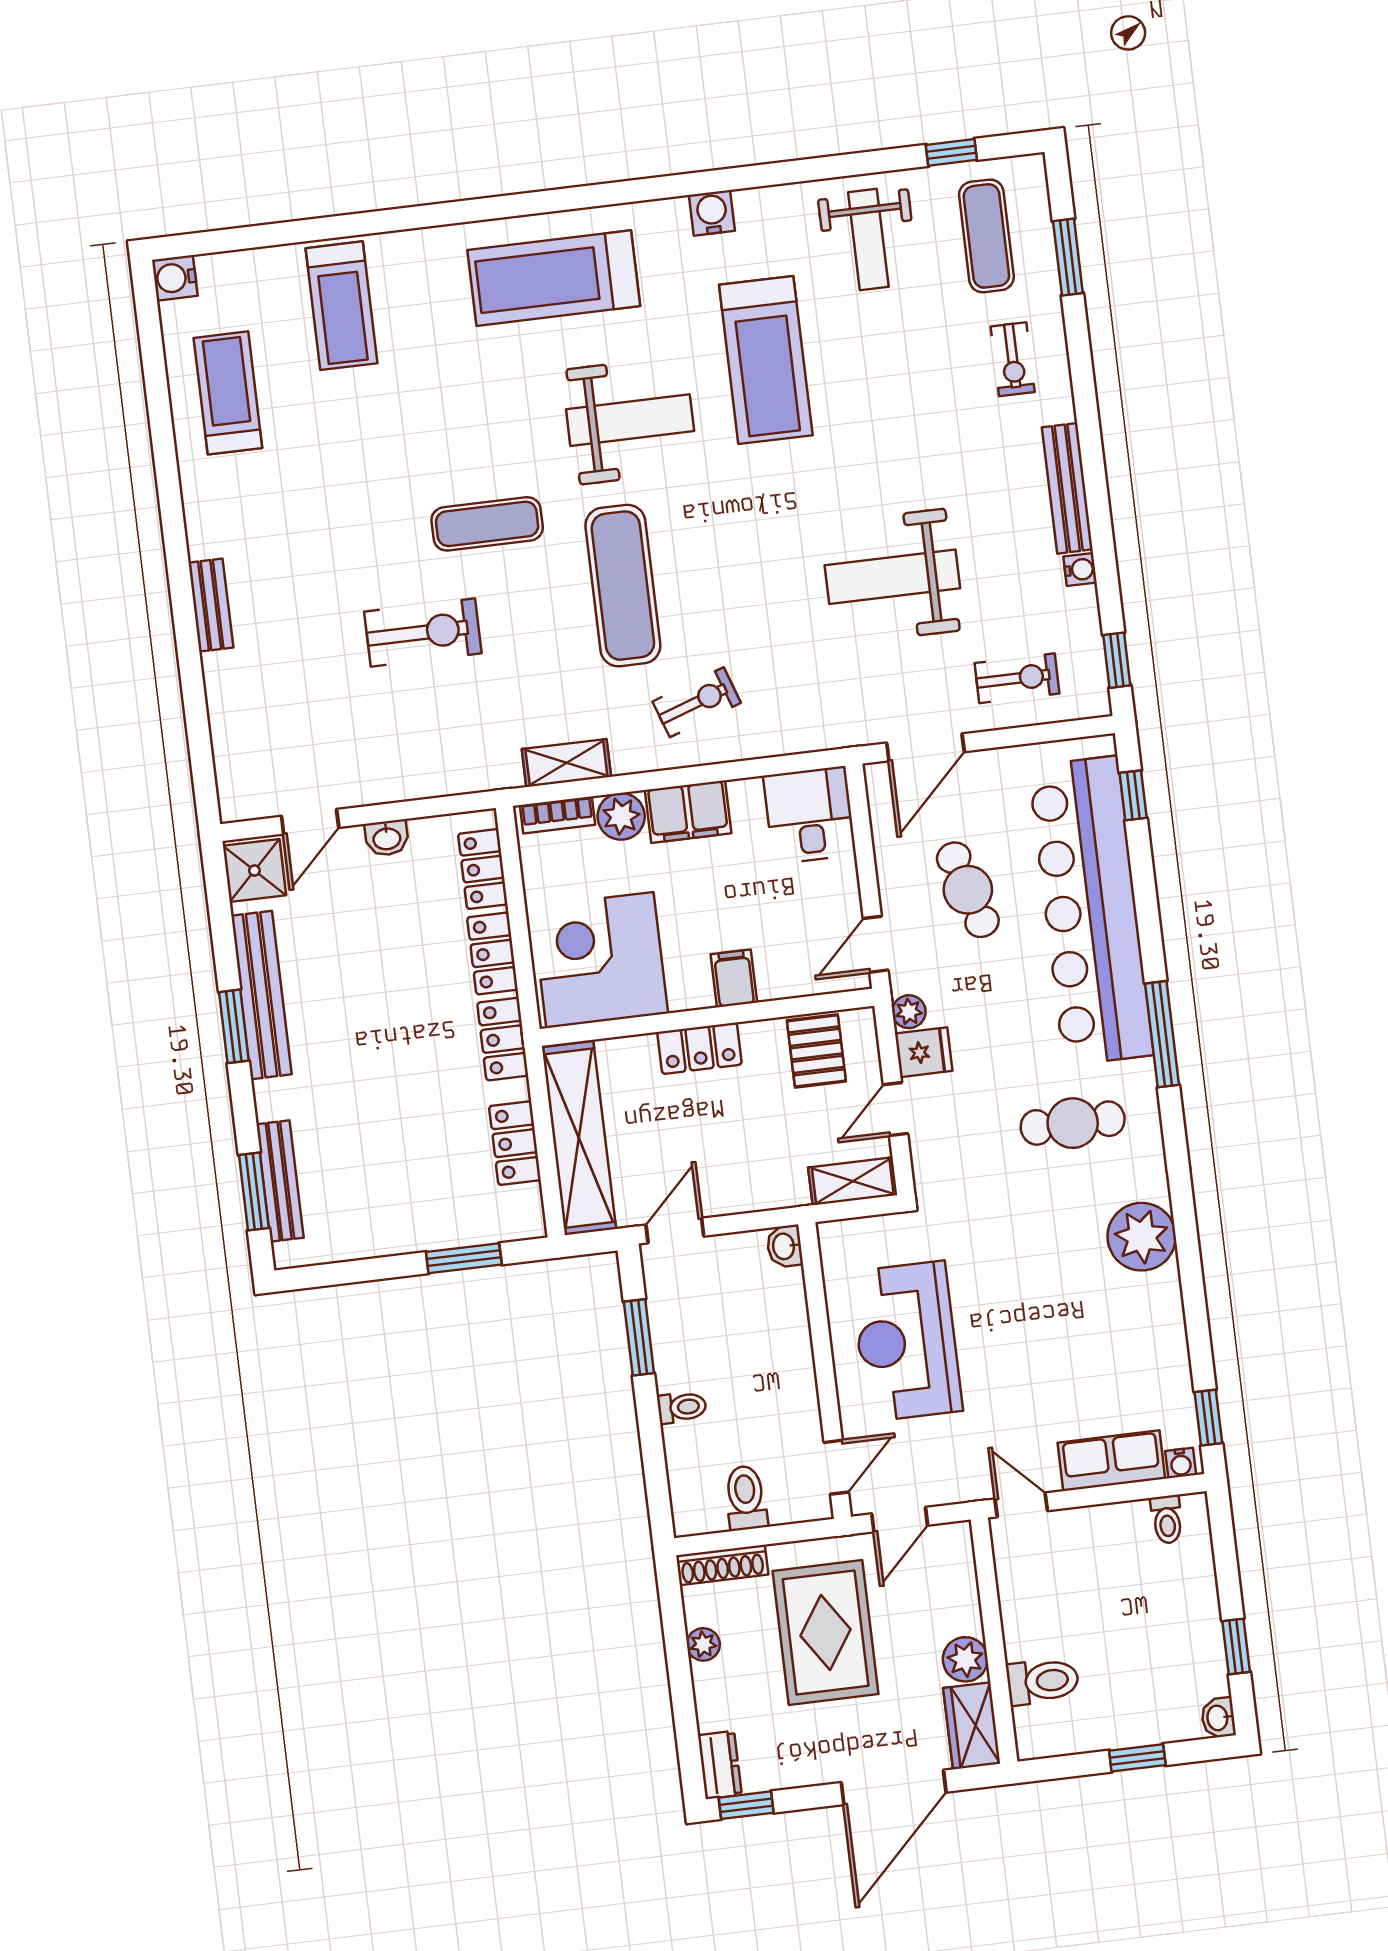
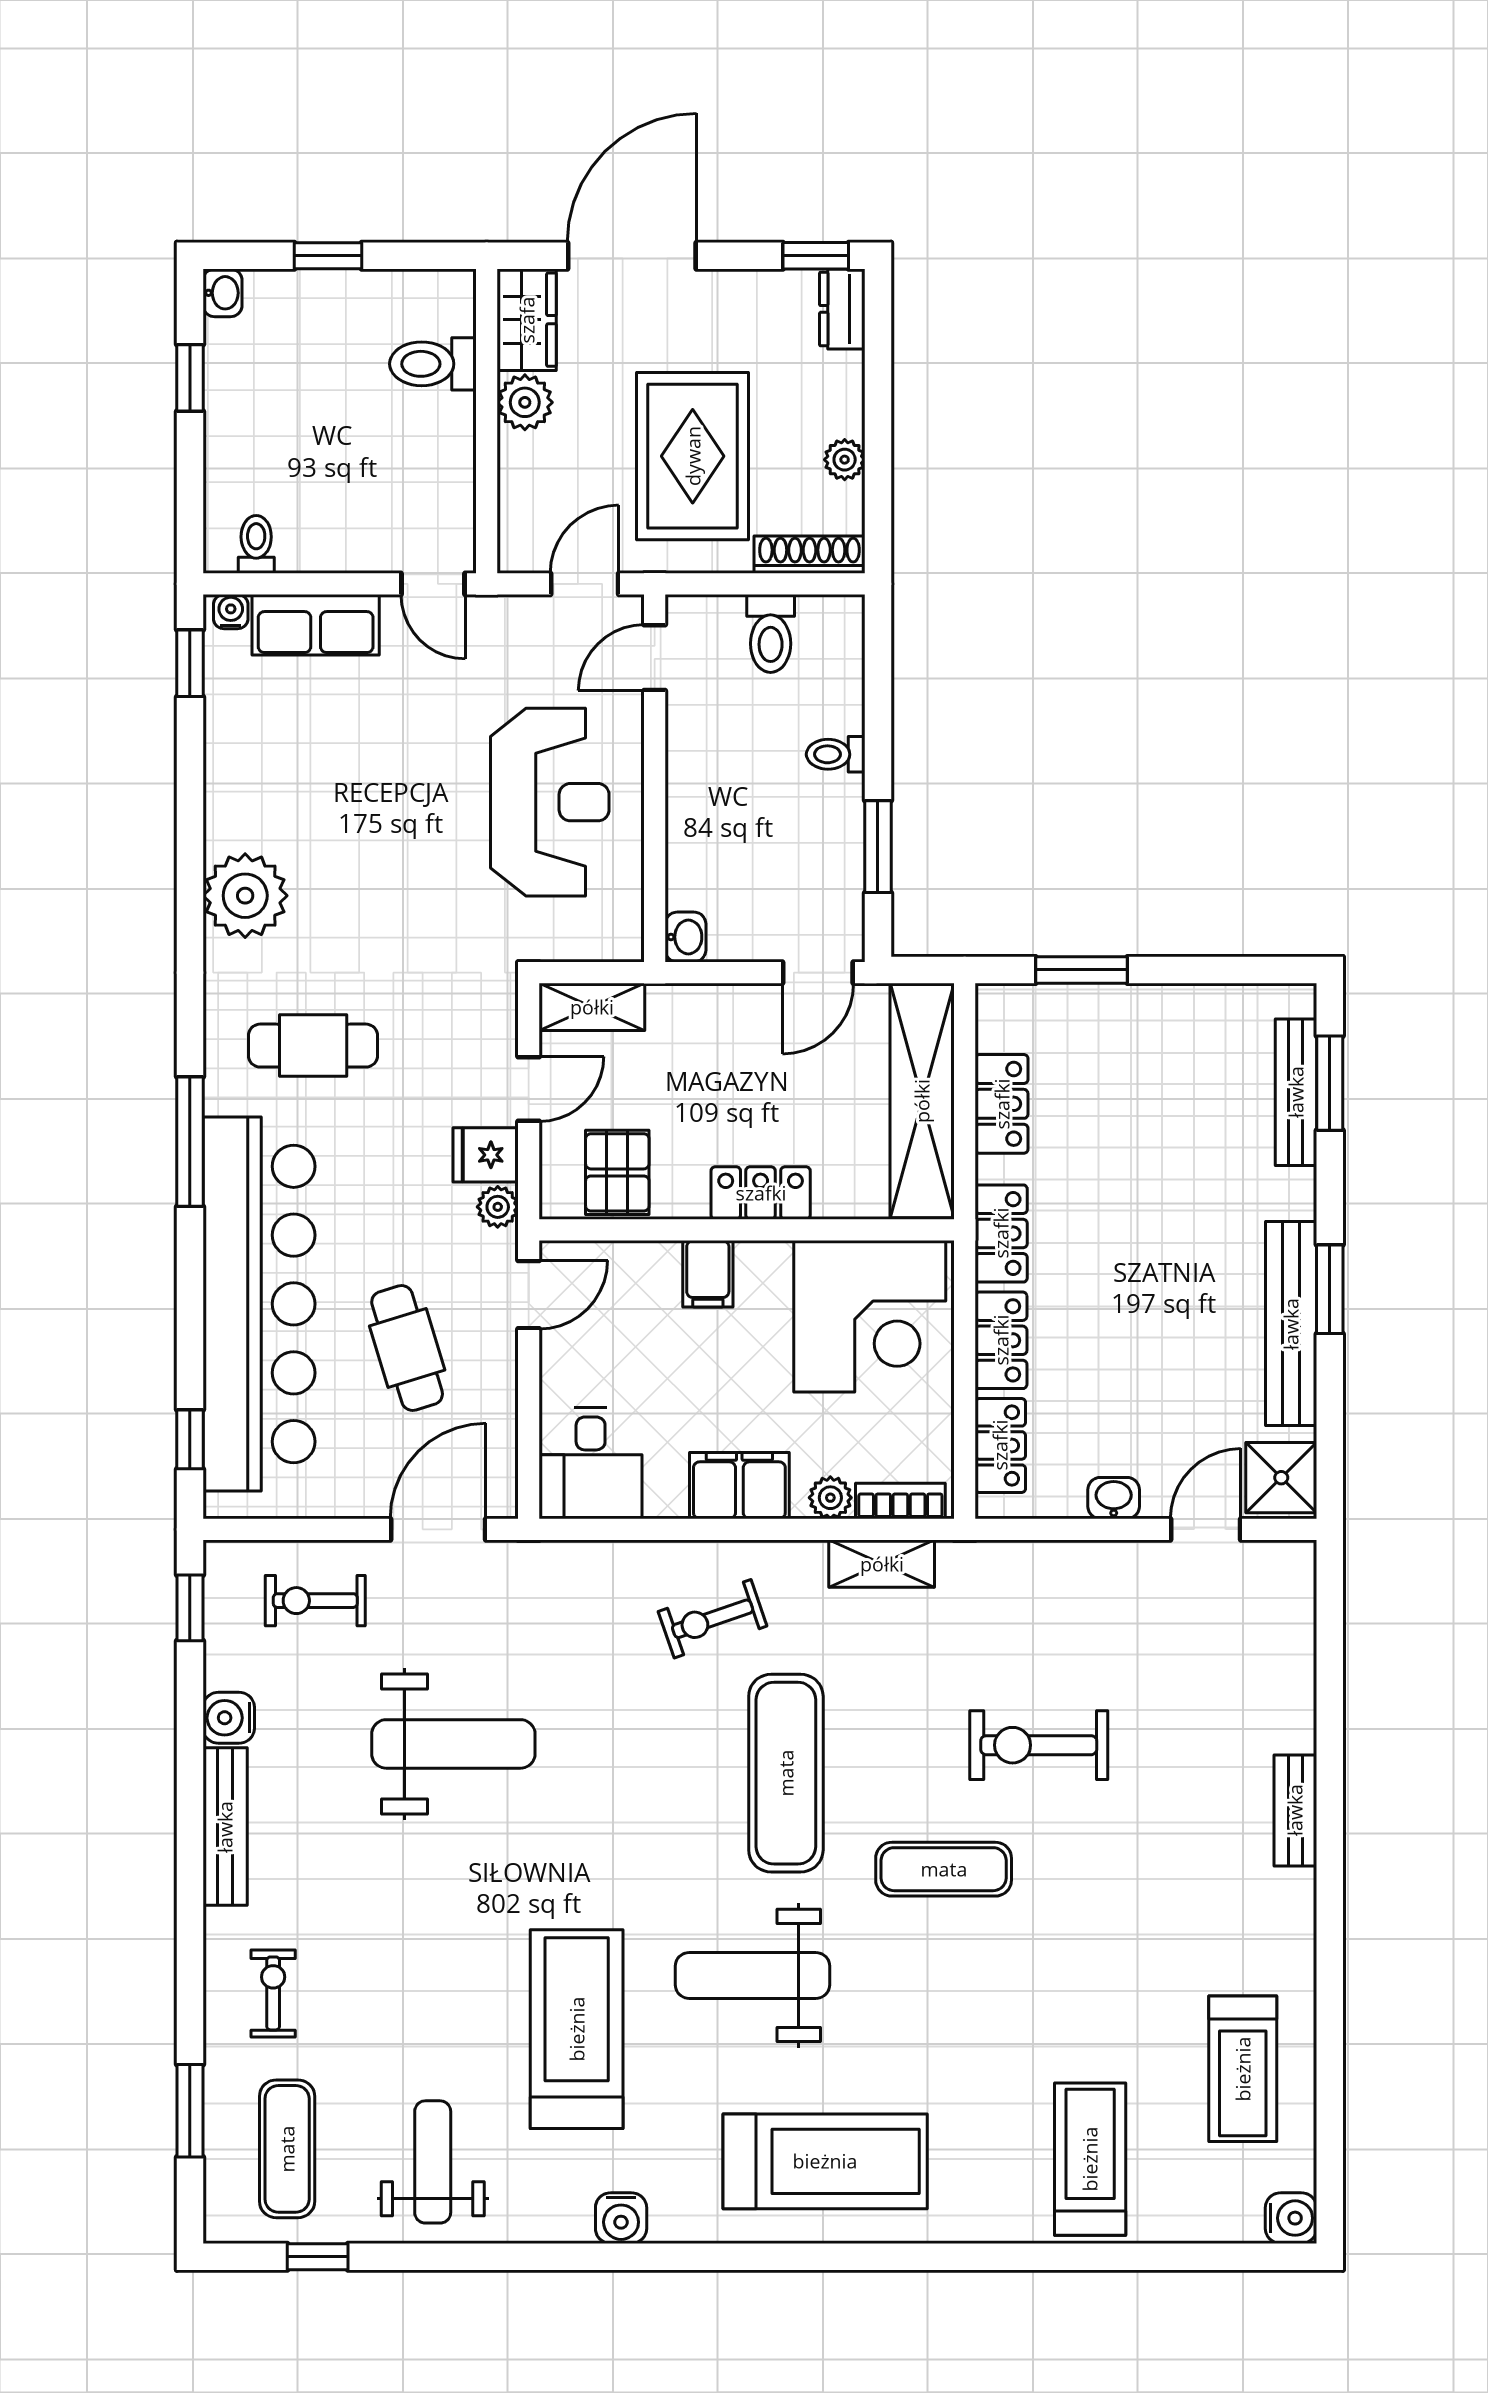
water cooler: (1080, 570) -> (229, 1718), width x1.38, depth x1.38
plant: (621, 816) -> (830, 1498), width x0.73, depth x0.73

